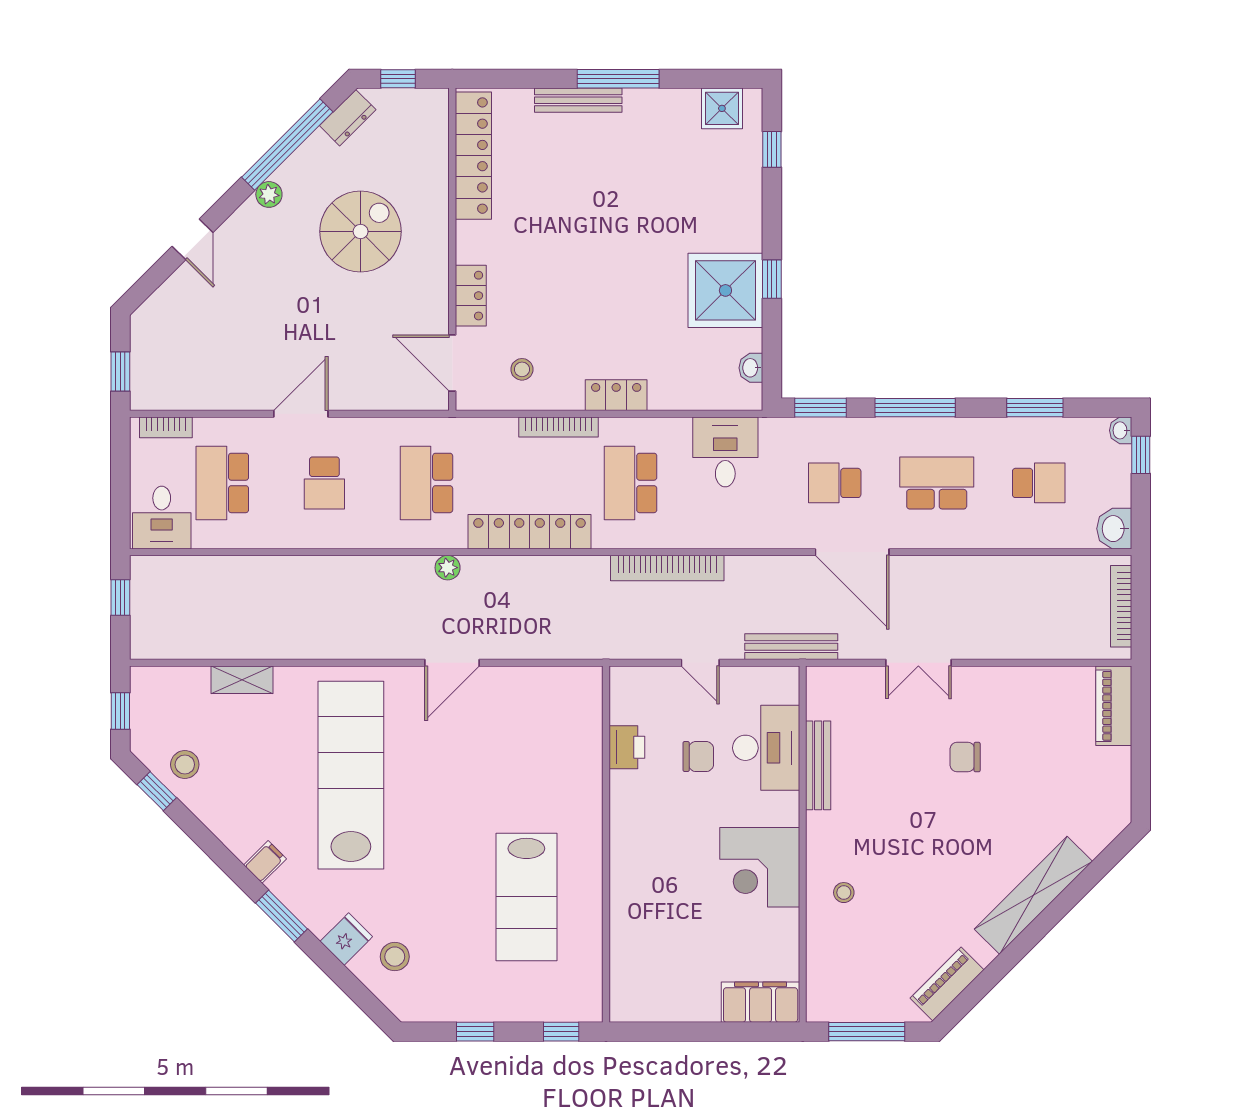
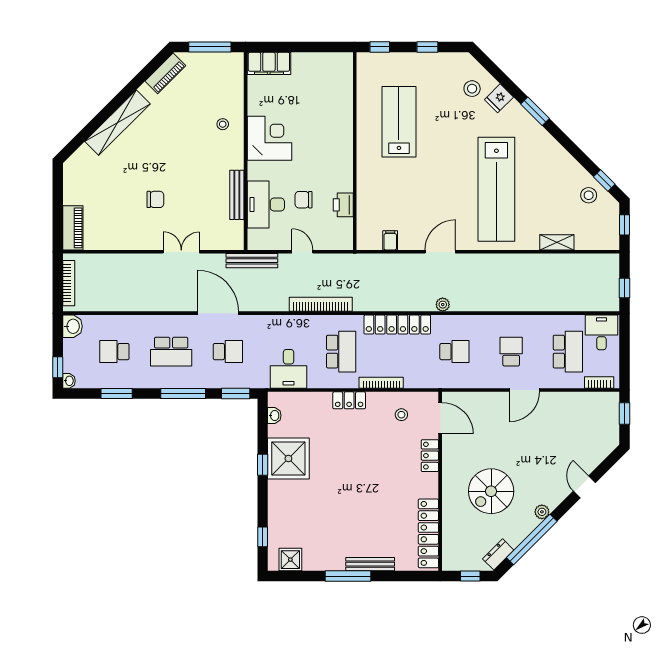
school desk: (426, 483) -> (454, 352), width x0.54
filing cabinet: (265, 862) -> (390, 240), moved, turned 135

